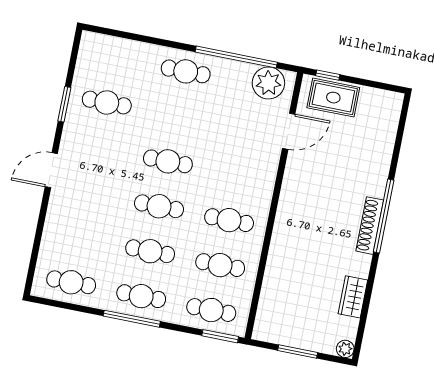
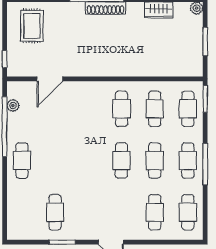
plant: (268, 83) -> (13, 106), width x0.53, depth x0.53
rug: (333, 98) -> (32, 26), moved
door: (289, 131) -> (50, 79), swing flipped
cafe table: (168, 161) -> (155, 212), moved

